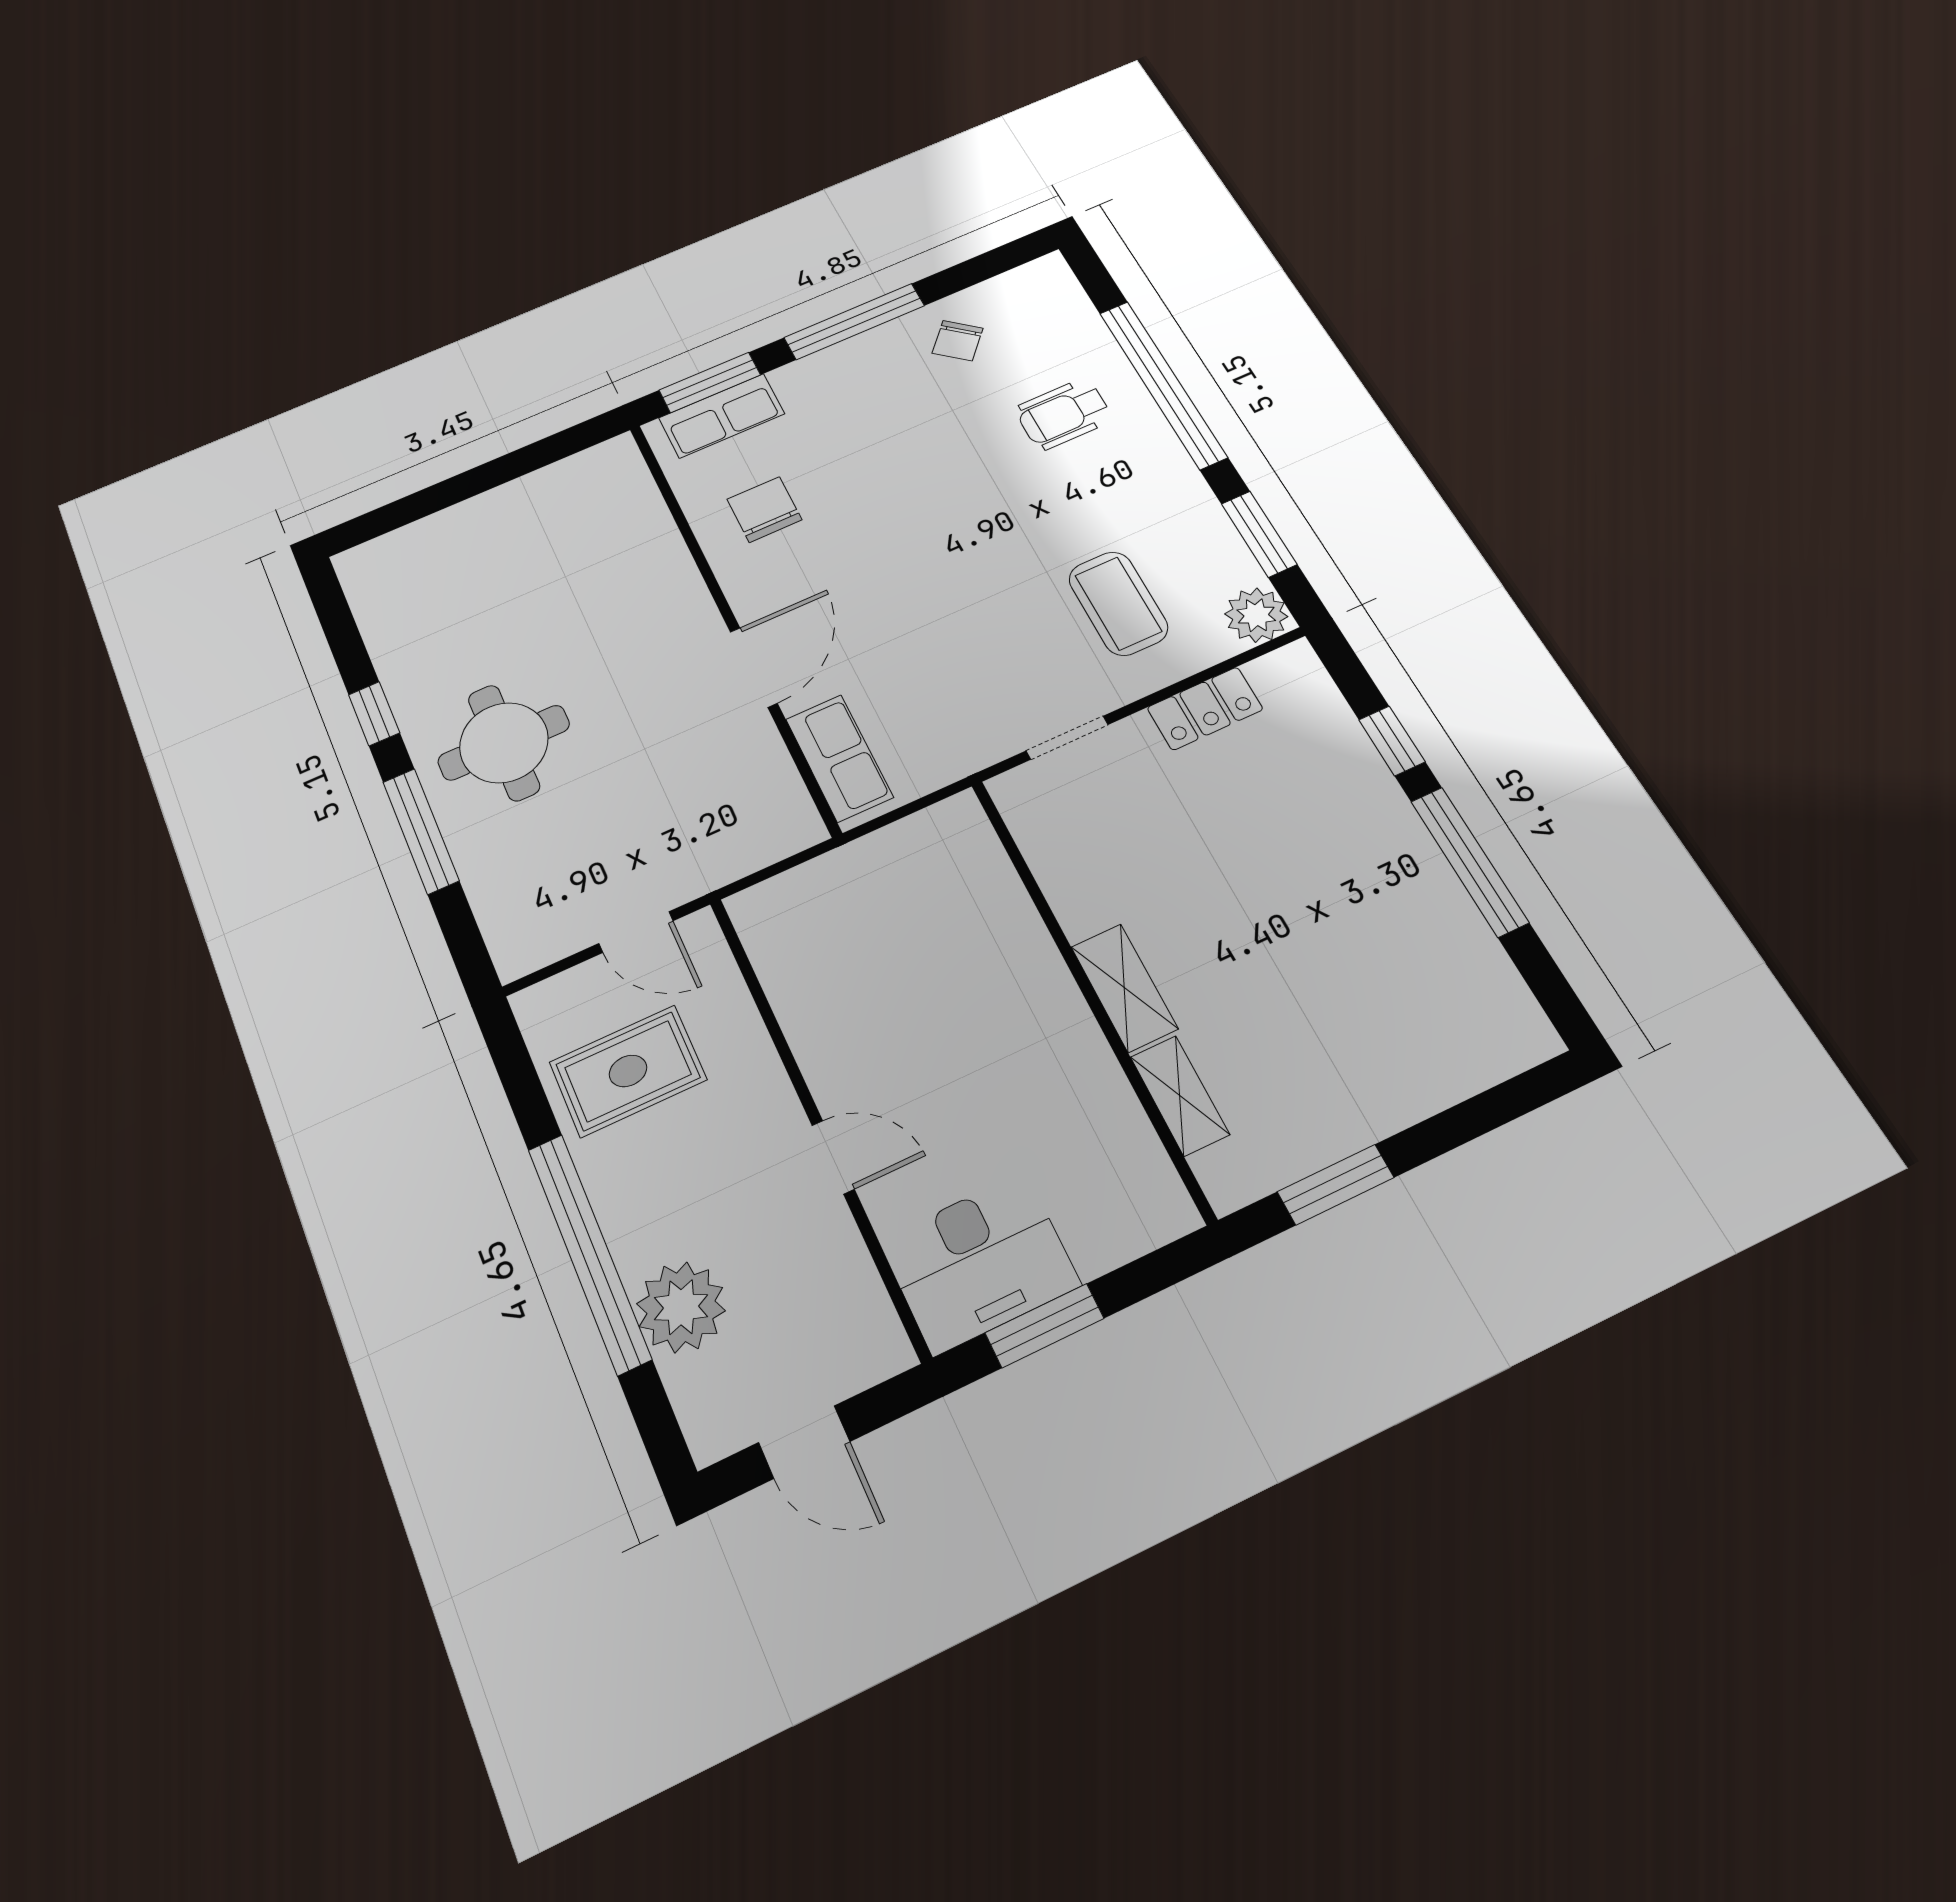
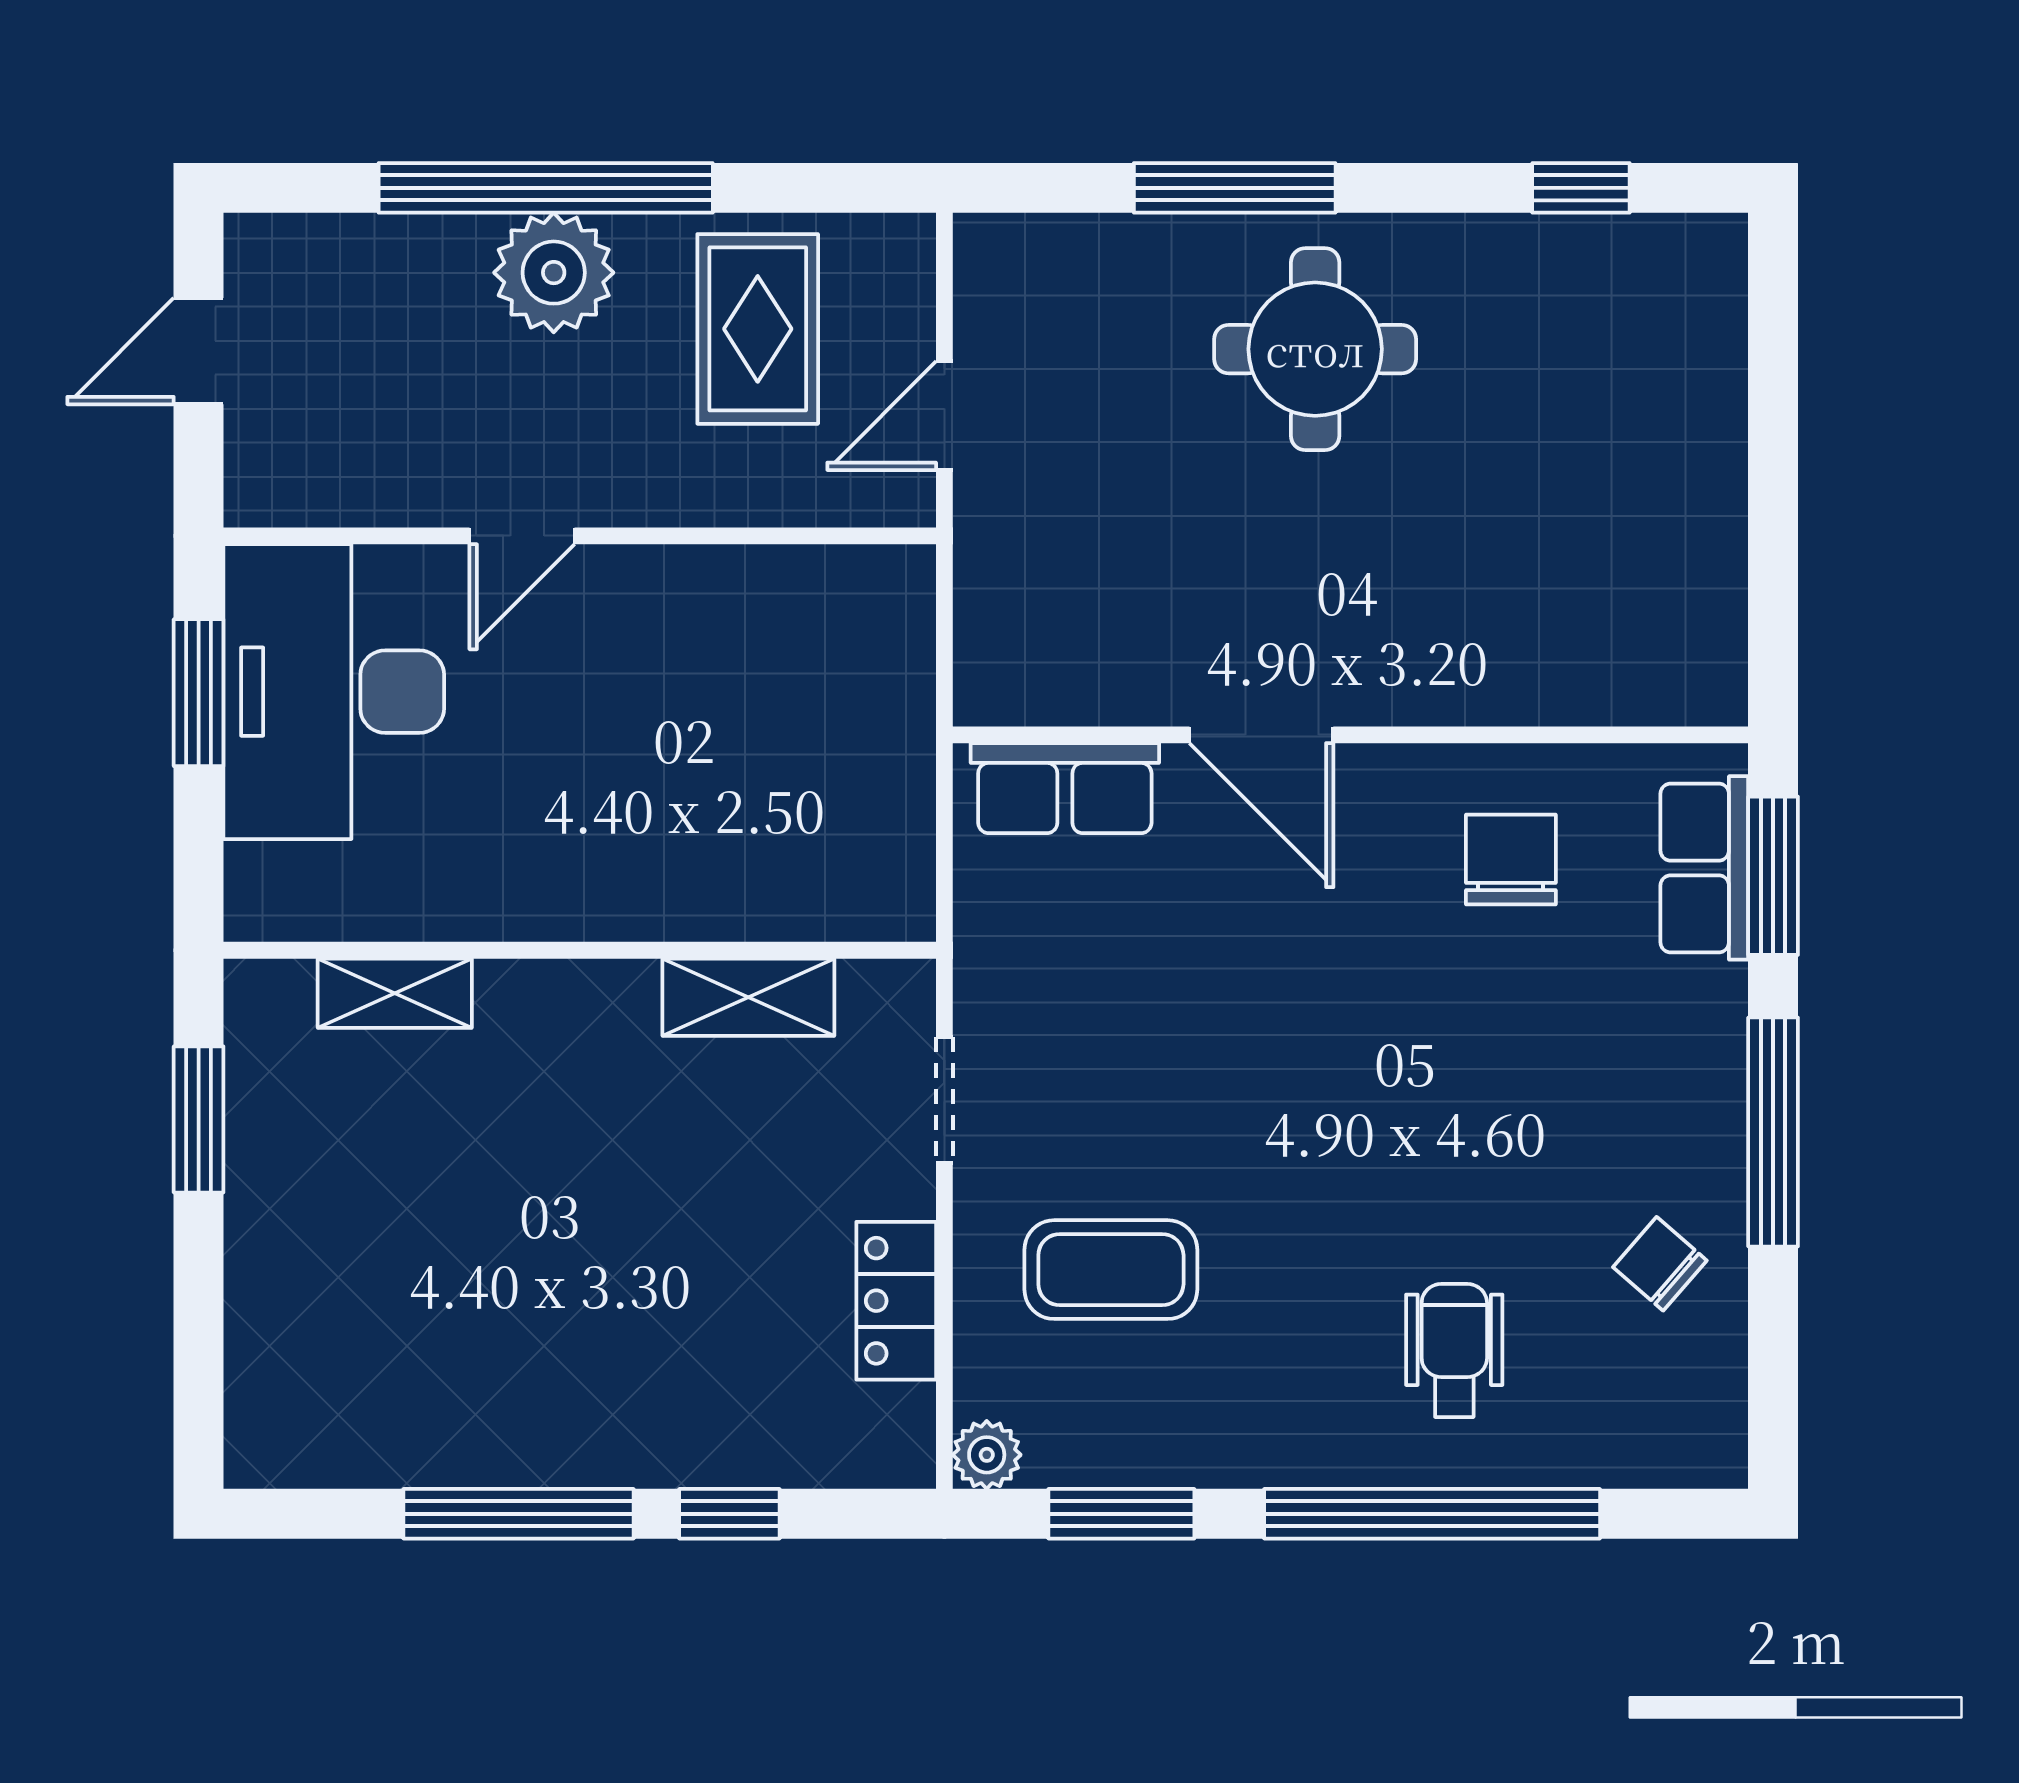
chair: (764, 509) -> (1511, 860), turned -90
plant: (1256, 615) -> (987, 1455), width x0.73, depth x0.73
window: (374, 714) -> (1581, 188), moved
shelving: (1124, 988) -> (748, 997), moved
desk: (980, 1263) -> (334, 692), width x1.36, depth x1.30
plant: (681, 1307) -> (554, 273), moved

